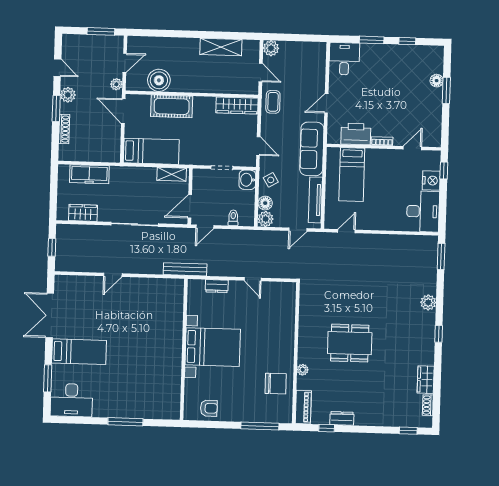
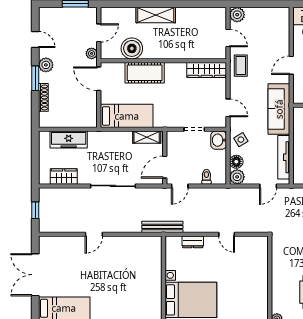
shelving: (221, 47) -> (156, 15), moved

